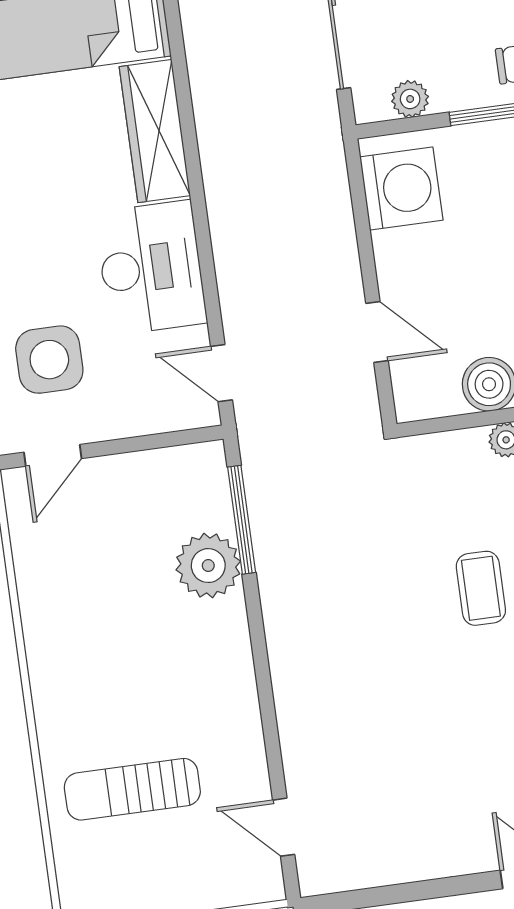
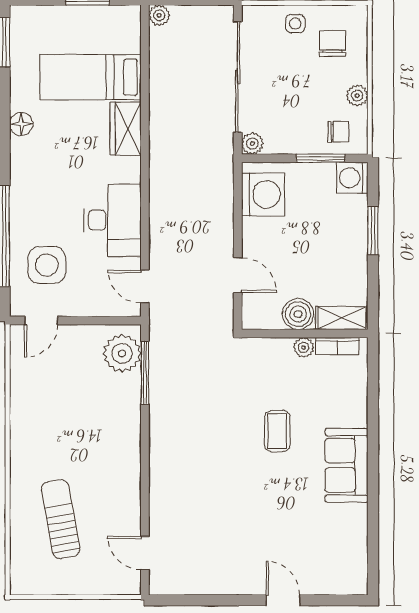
plant: (410, 99) -> (252, 143), moved
wardrobe: (155, 131) -> (126, 129), width x0.67
plant: (208, 566) -> (122, 353), moved
sun lounger: (132, 789) -> (61, 519), turned 80

